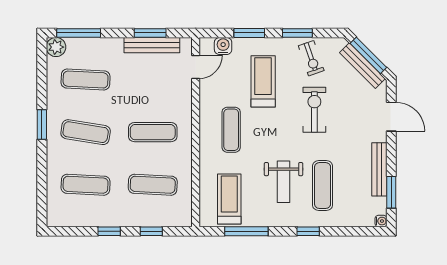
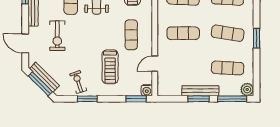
window: (150, 33) -> (199, 99), moved
window: (249, 33) -> (136, 99), moved
bench: (152, 45) -> (200, 91), moved
water cooler: (223, 46) -> (147, 90), moved
door: (196, 67) -> (155, 64), moved
exercise bike: (314, 110) -> (57, 36), moved

